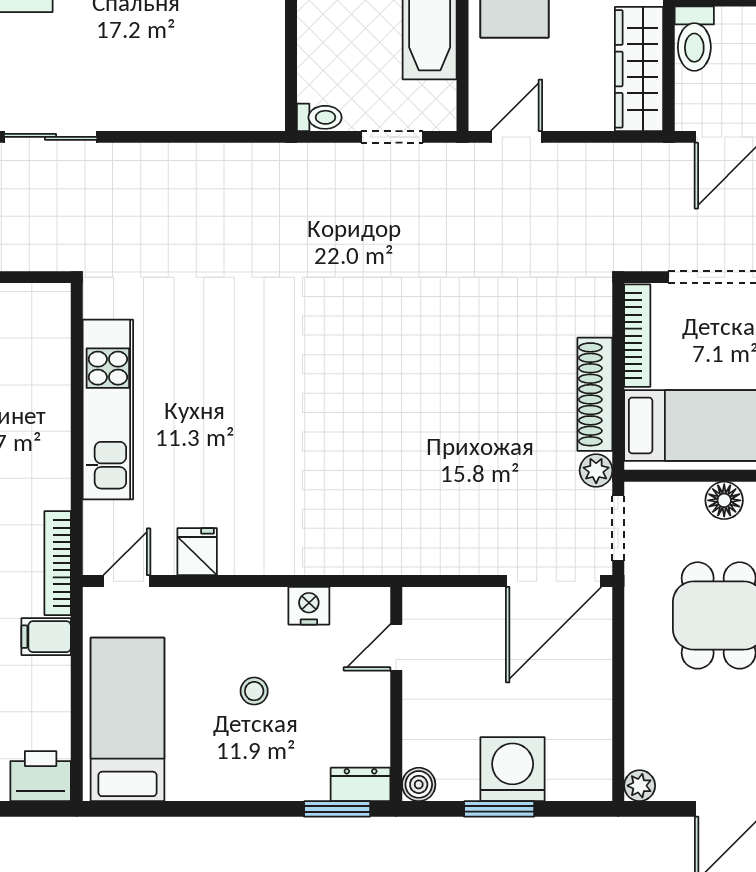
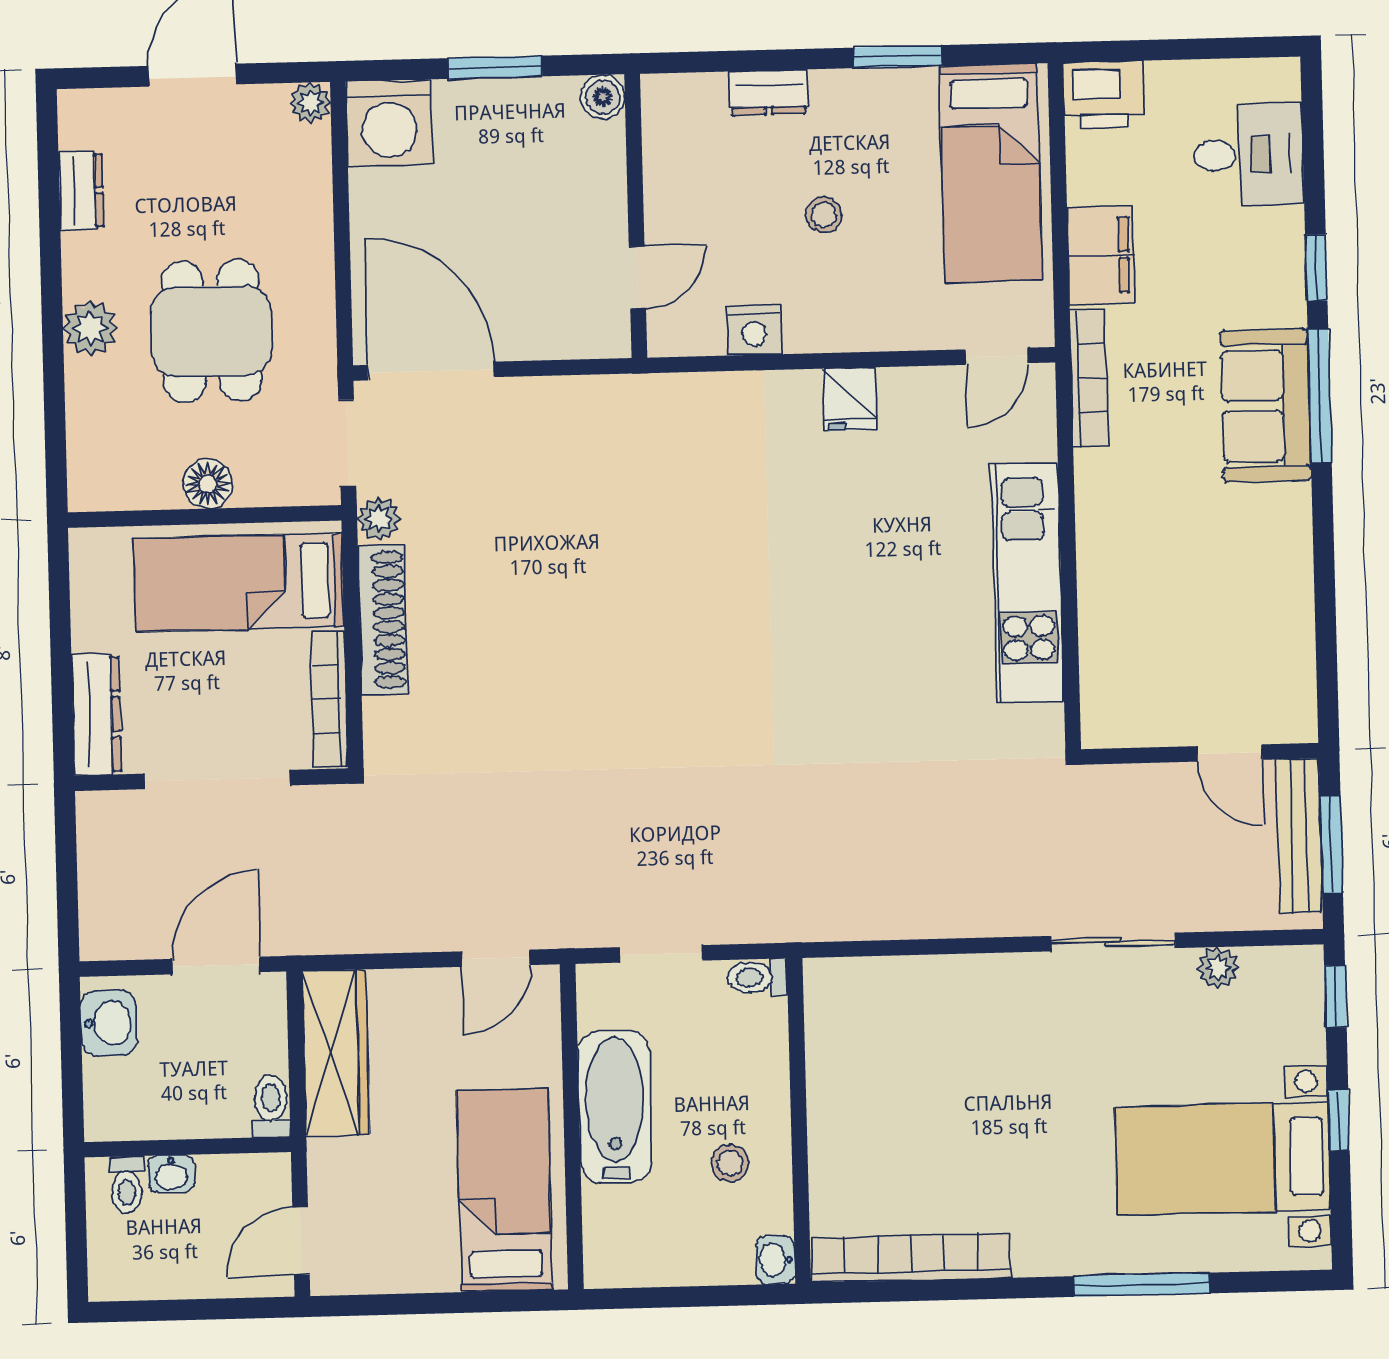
toilet: (694, 39) -> (271, 1106), width x0.73, depth x0.72
fridge: (197, 552) -> (850, 399), moved
door: (554, 581) -> (431, 371), hinge flipped
filing cabinet: (46, 637) -> (1101, 255), width x2.00
washing machine: (513, 769) -> (389, 123), moved
dresser: (361, 784) -> (768, 93), moved
window: (337, 809) -> (897, 57), moved

